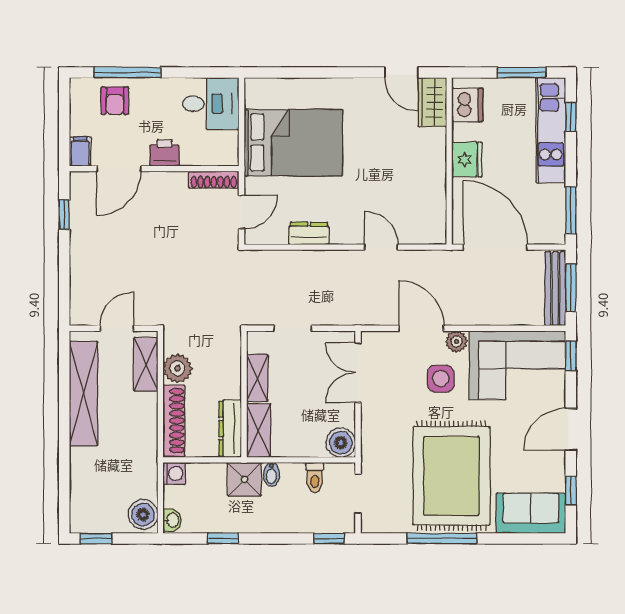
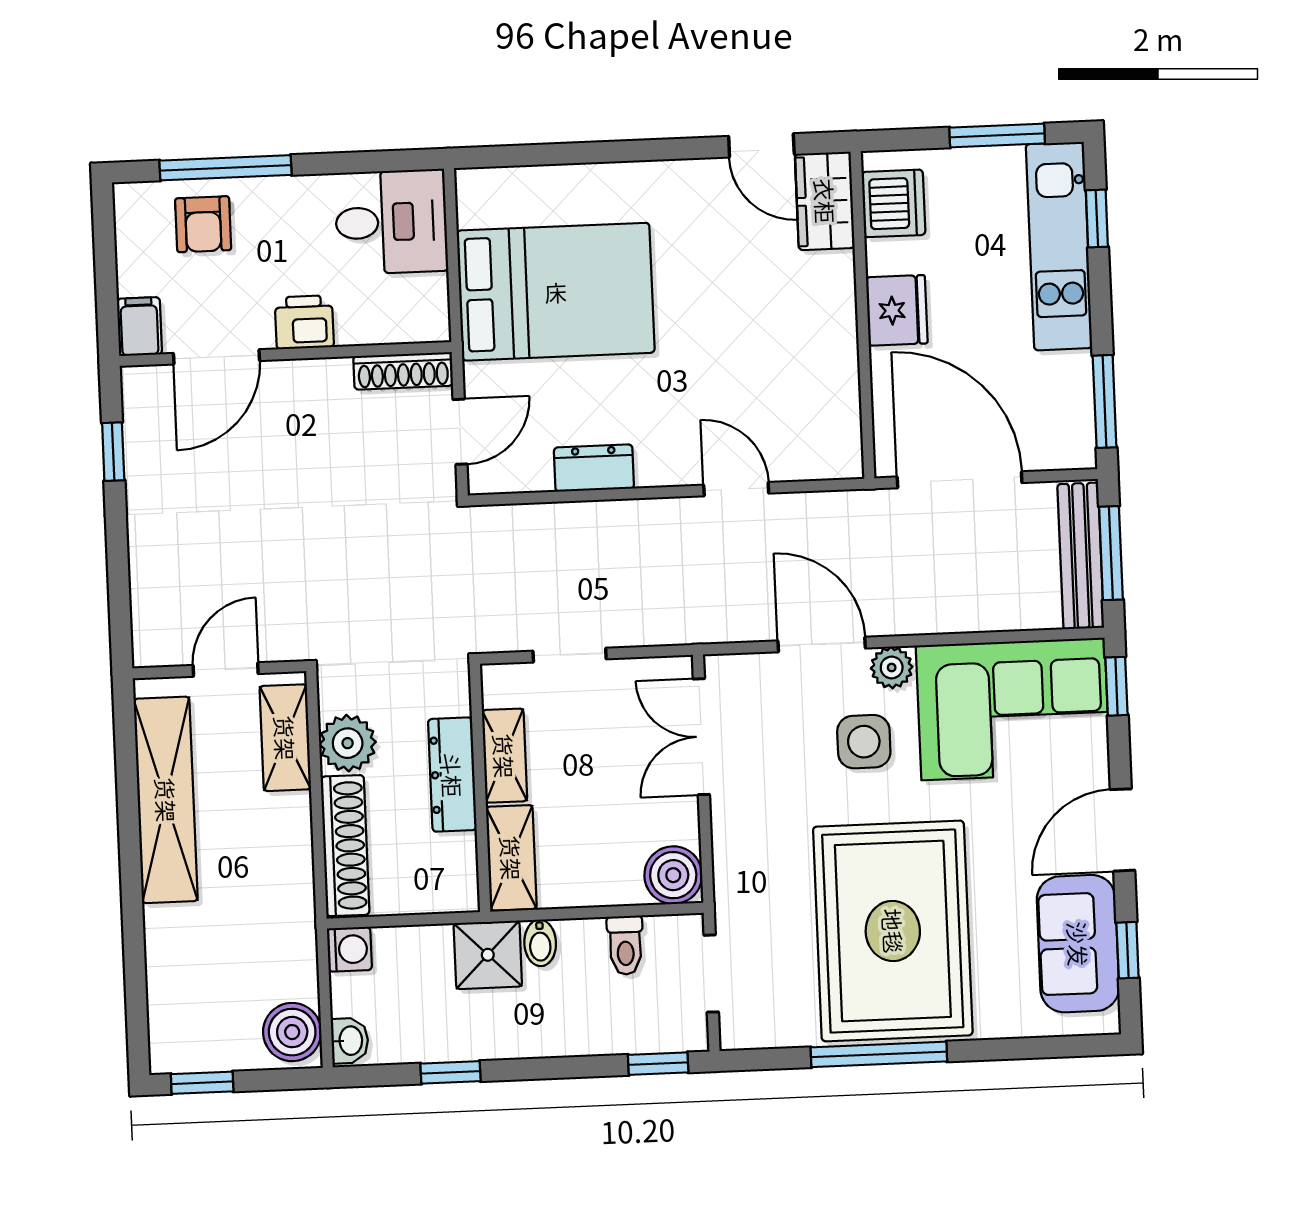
dresser: (230, 429) -> (452, 775), moved
sofa: (531, 513) -> (1078, 944), moved, turned -90

